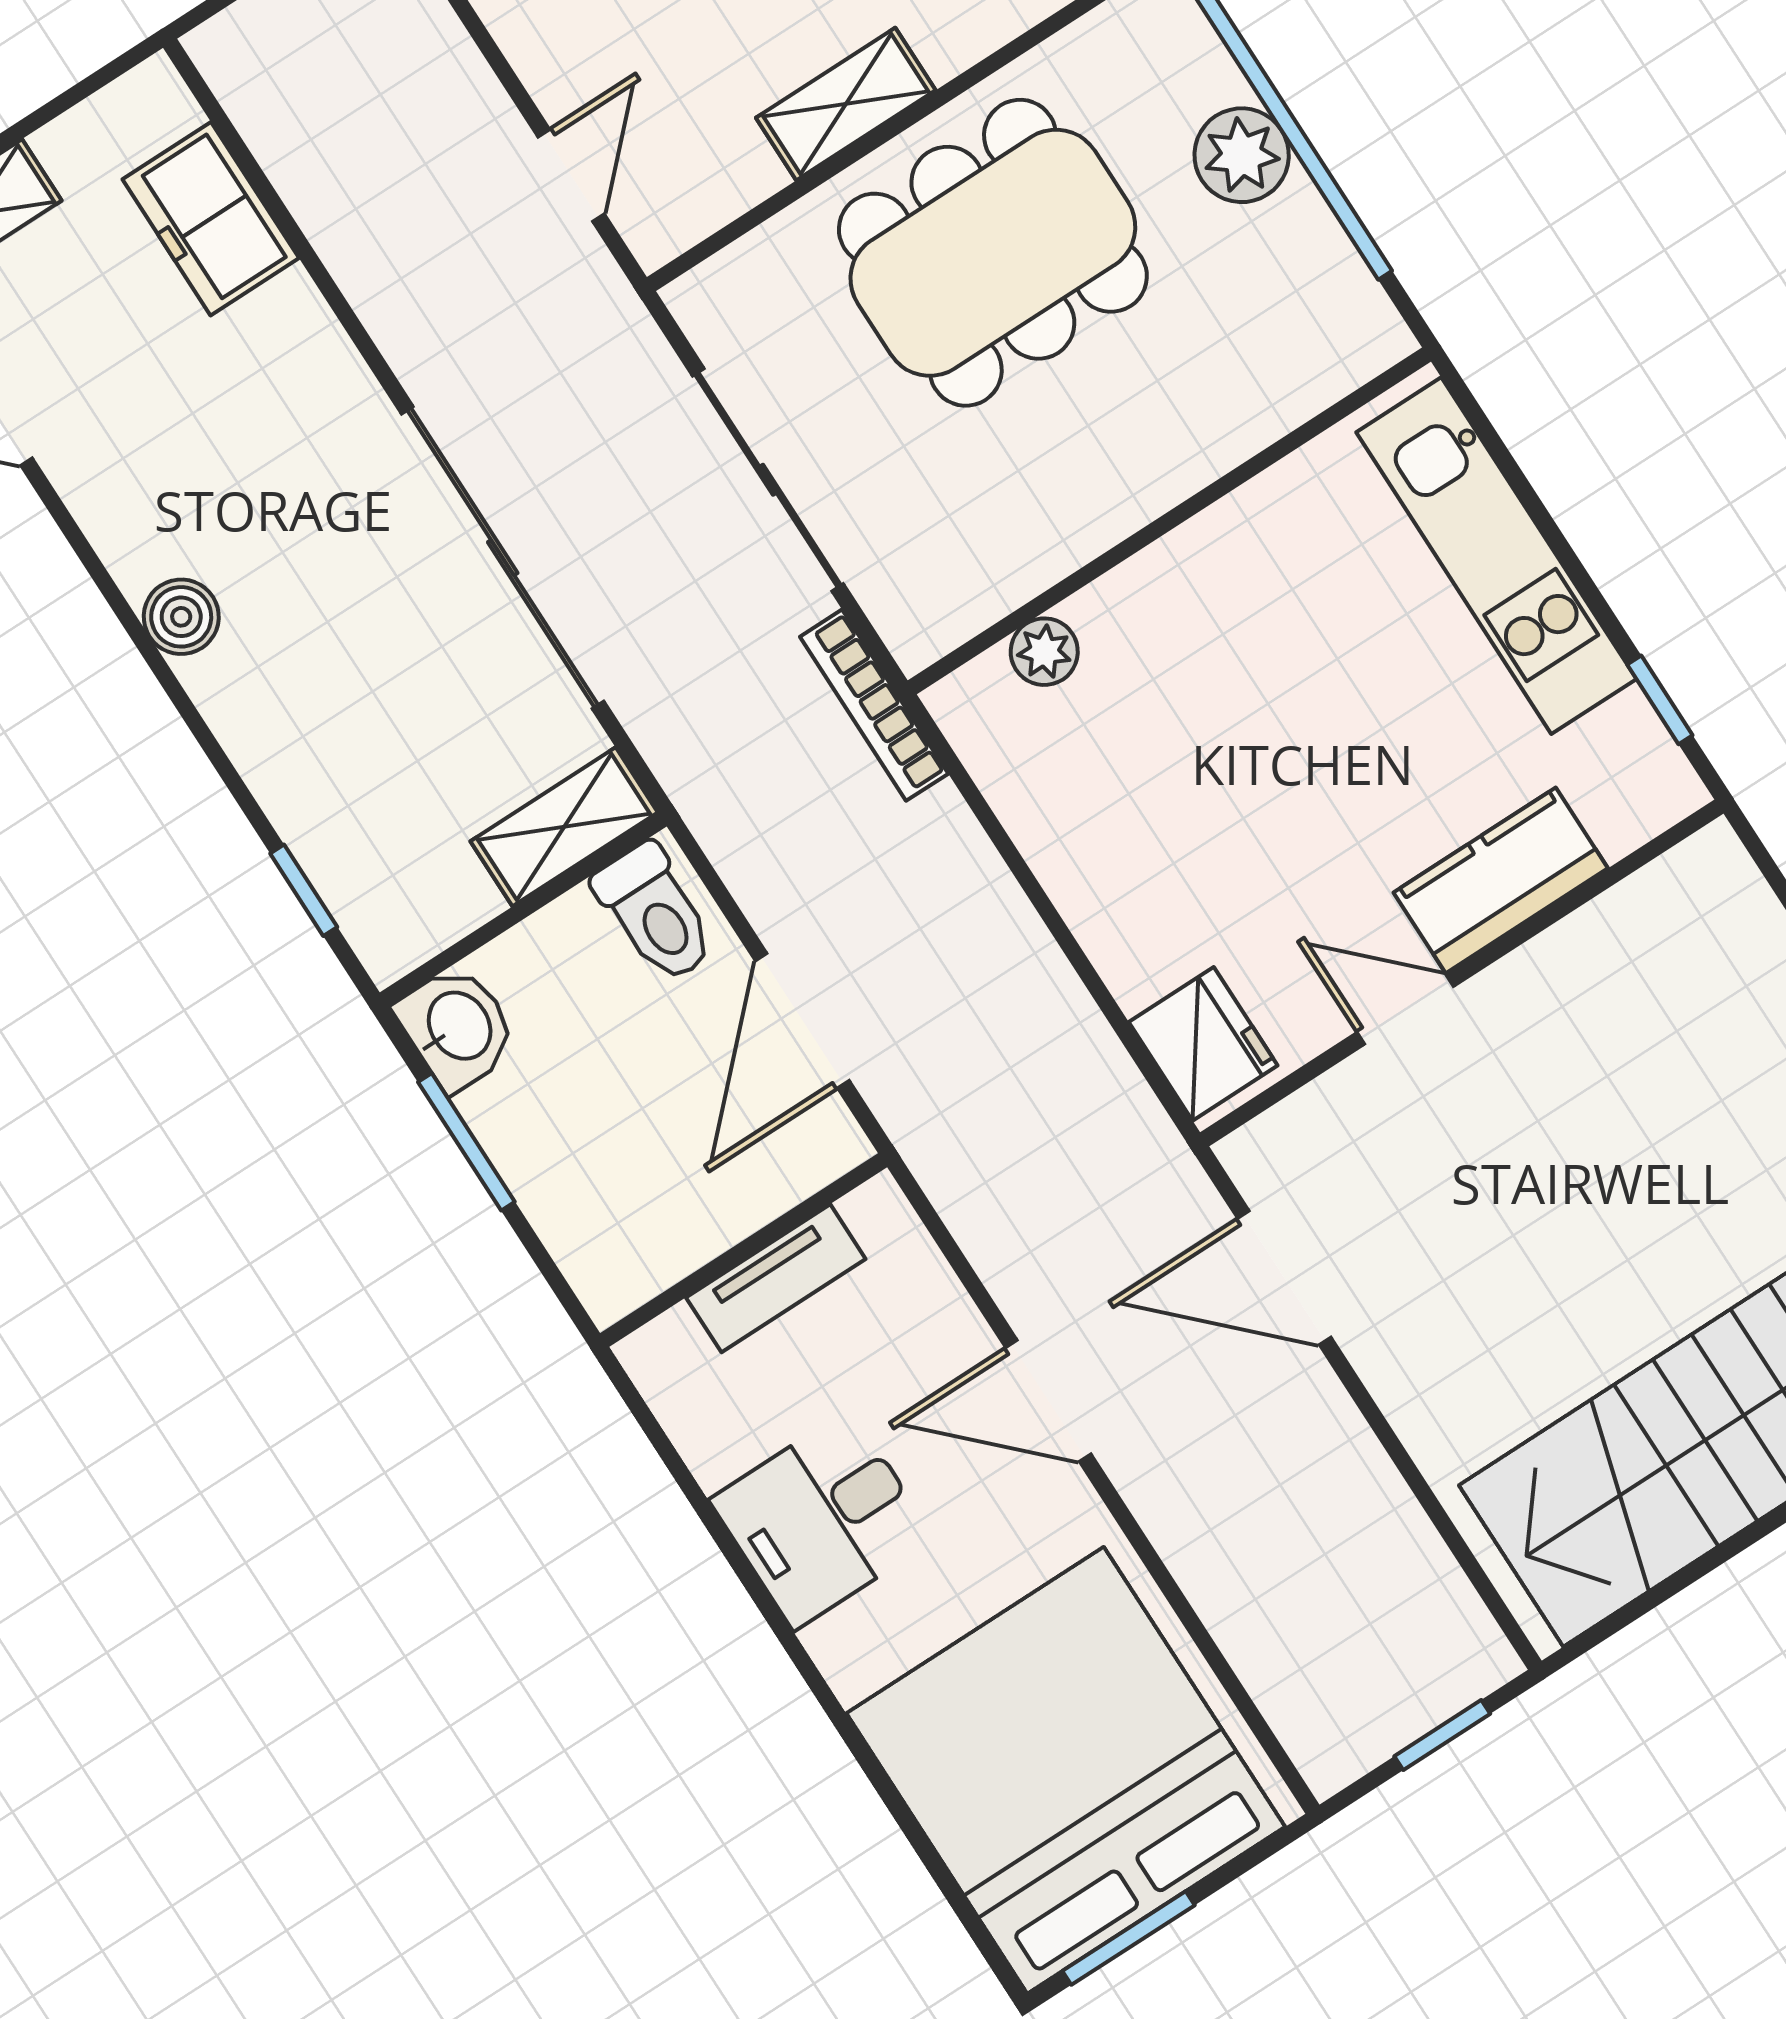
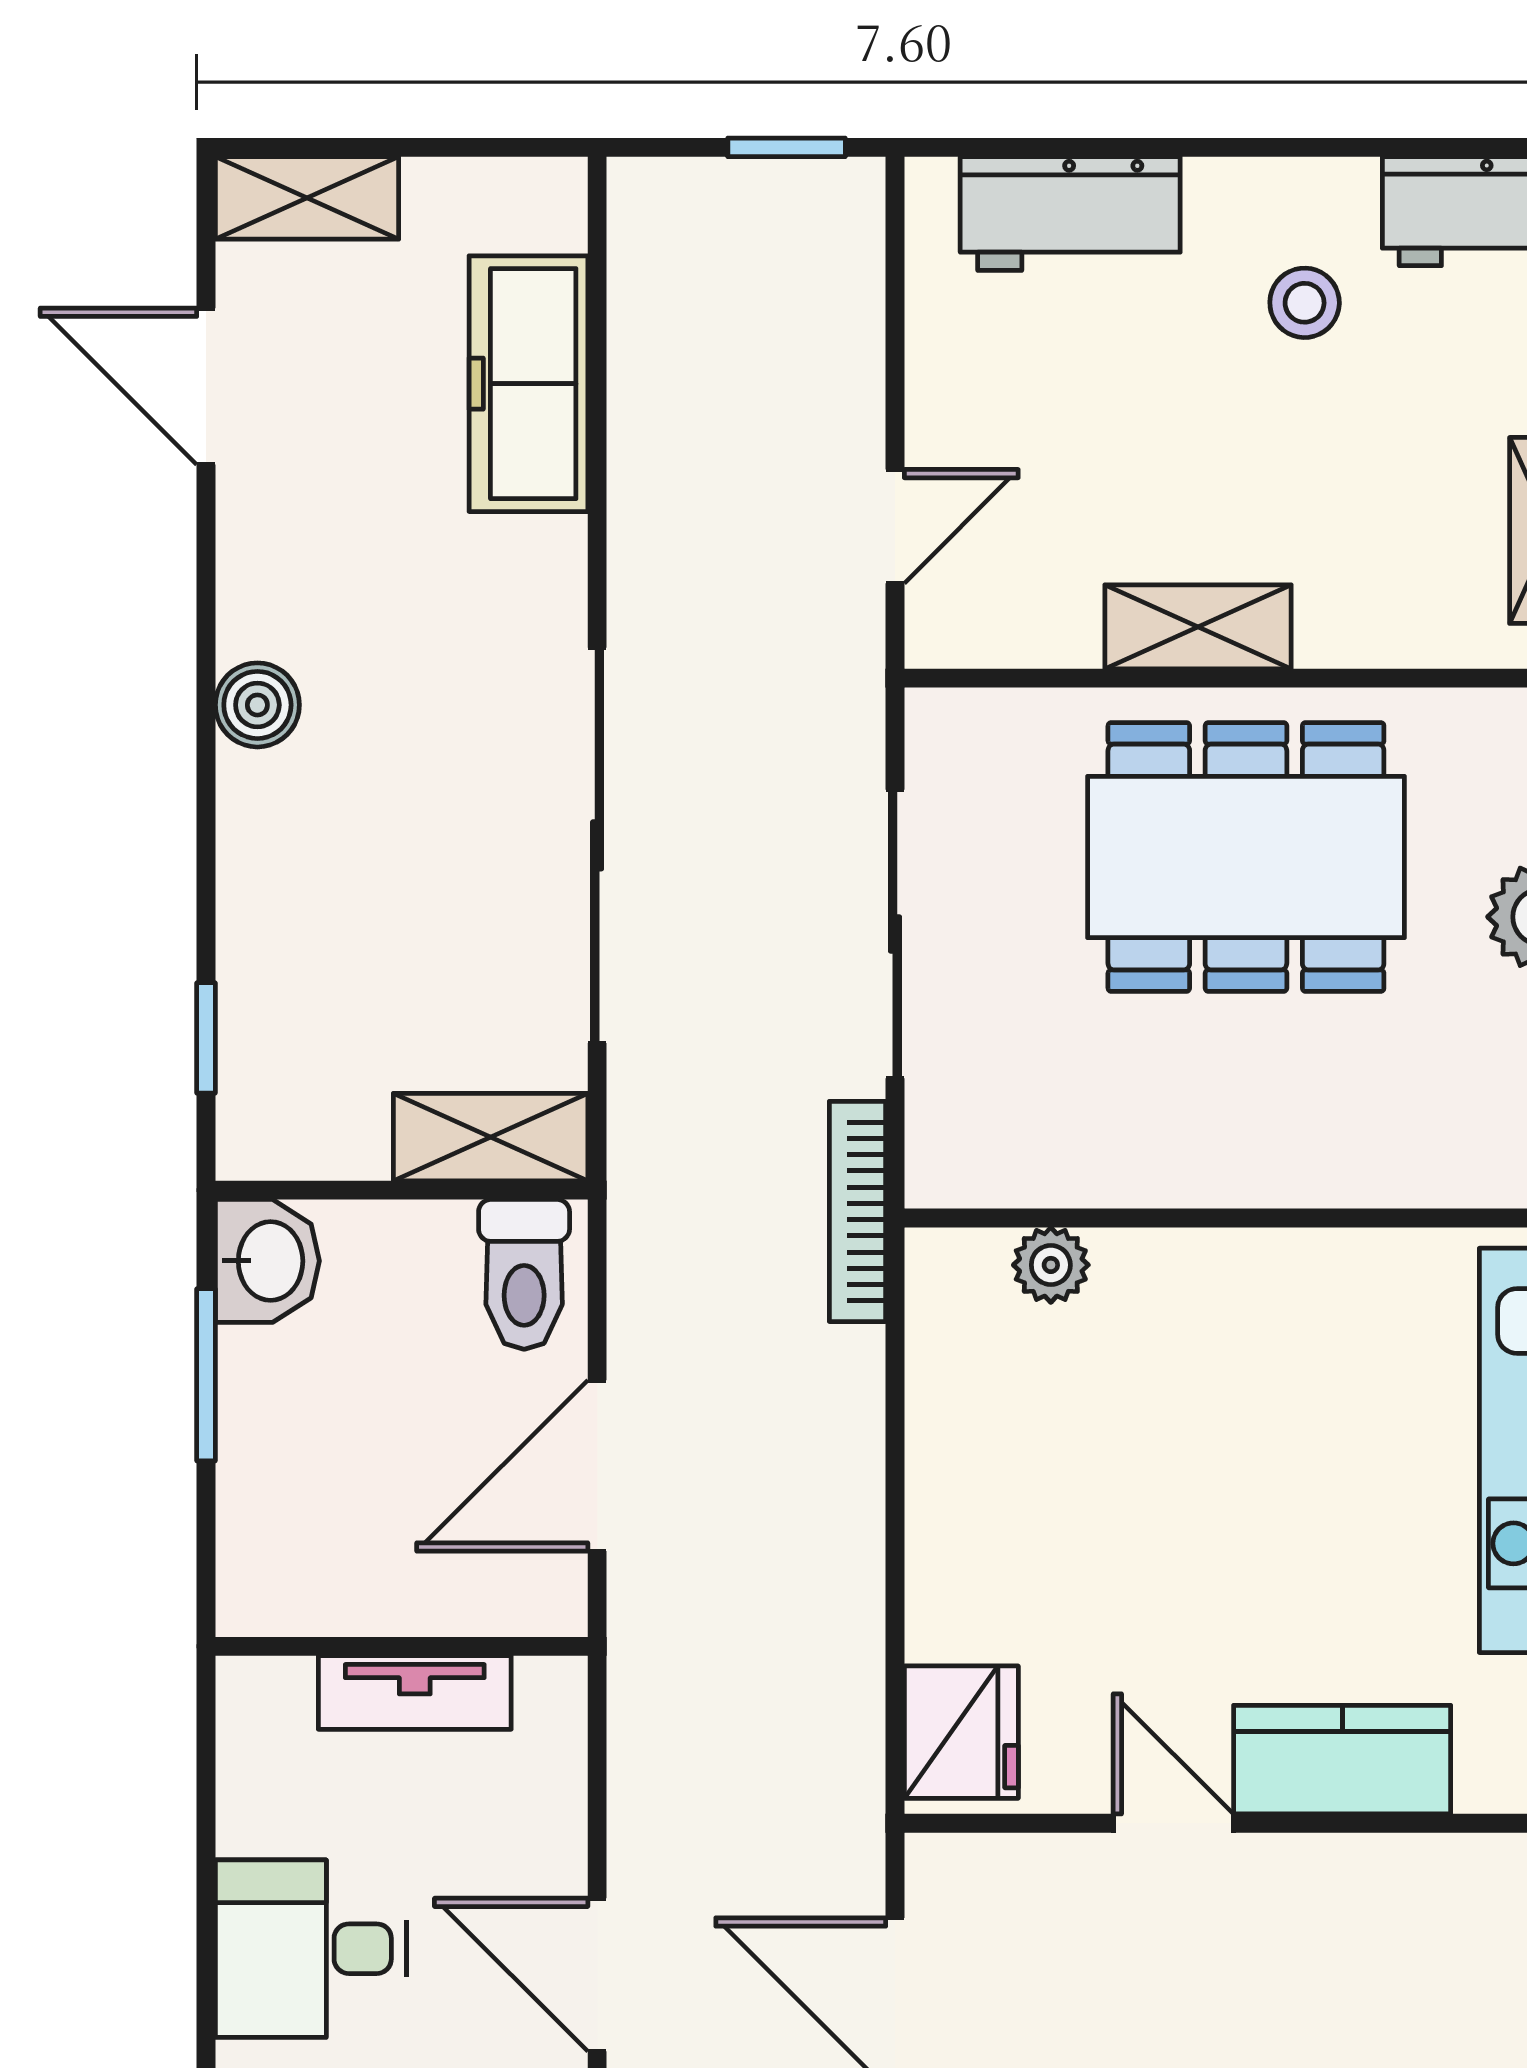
freezer: (211, 219) -> (528, 384), width x1.40

